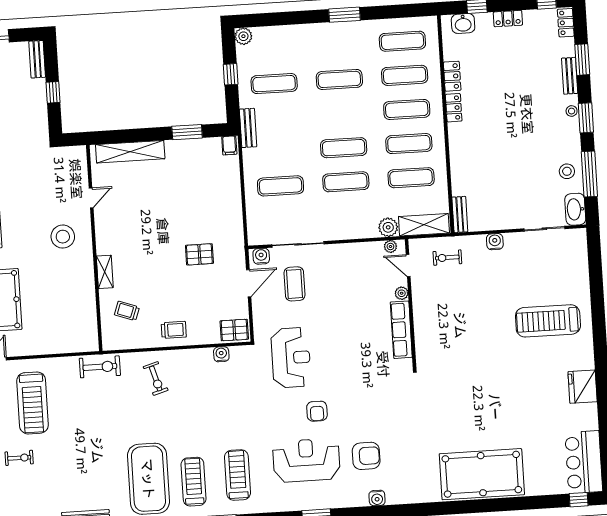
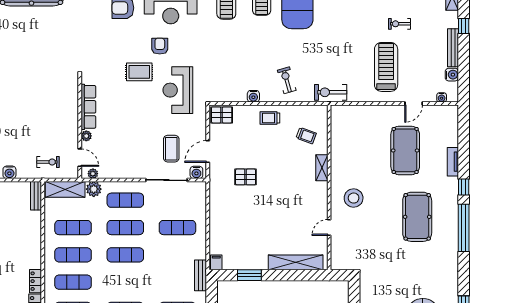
exercise mat: (348, 216) -> (125, 200), added
water cooler: (221, 354) -> (253, 96), moved
rug: (341, 377) -> (139, 72), added

